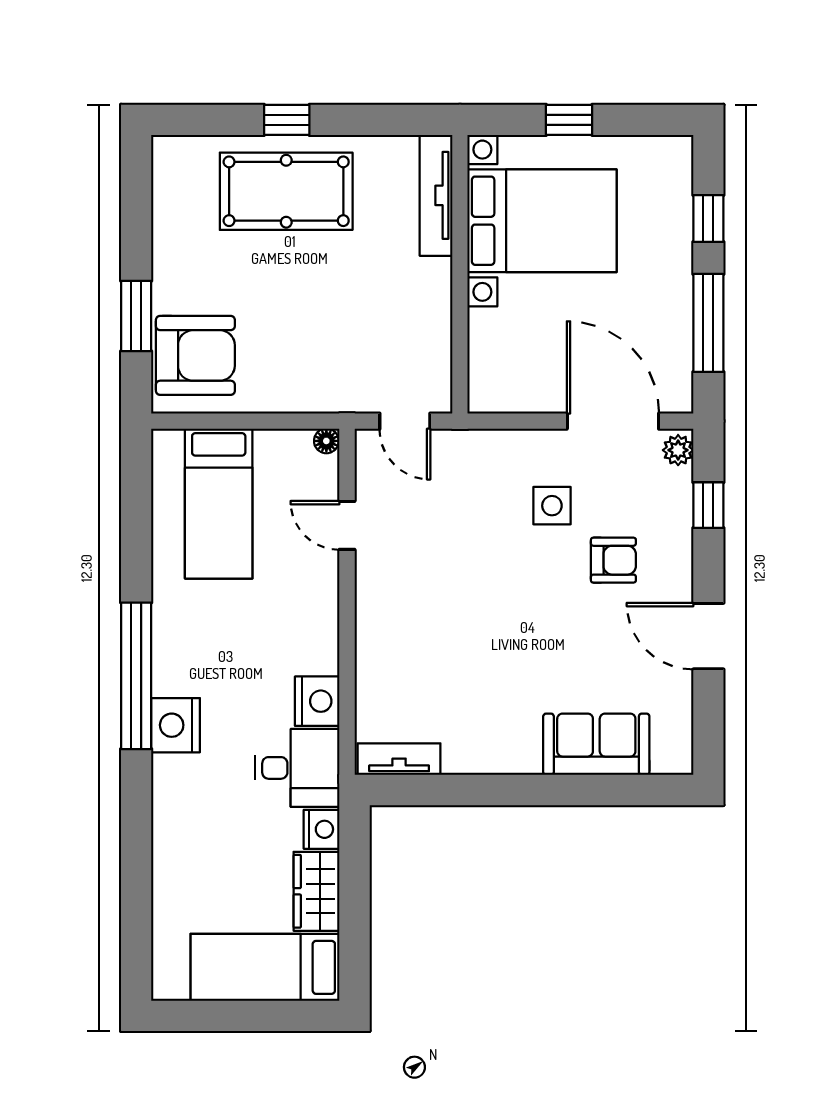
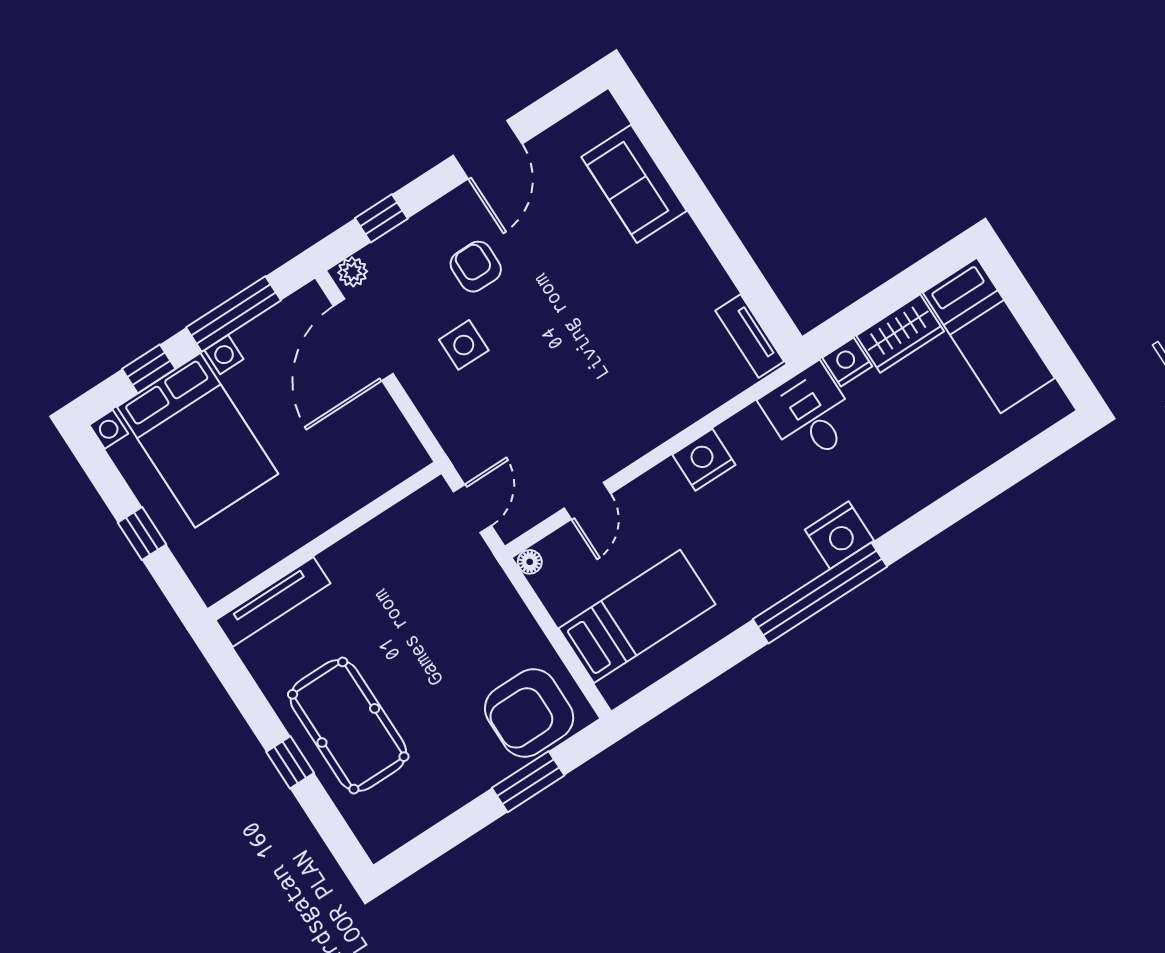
bed with nightstands: (542, 221) -> (198, 440), moved, turned 180
armchair: (195, 355) -> (529, 713), turned -90
nightstand: (317, 701) -> (704, 460), moved

